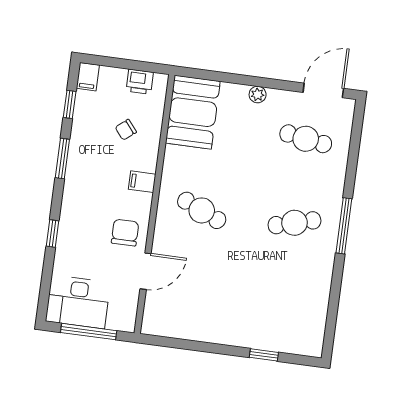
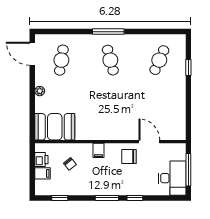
filing cabinet: (88, 77) -> (42, 173), moved
window: (62, 158) -> (107, 198), moved
cafe table: (202, 210) -> (159, 60), moved

